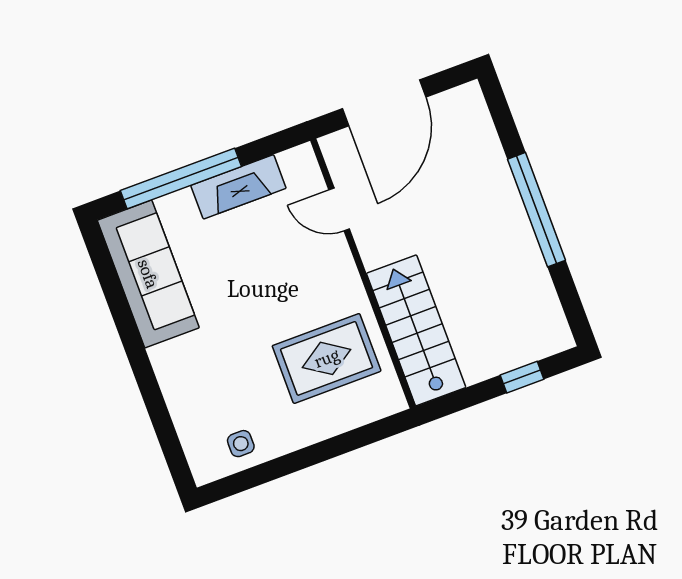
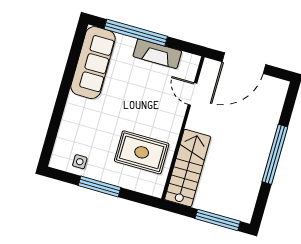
window: (522, 377) -> (218, 220), width x2.17
window: (300, 460) -> (99, 186), added

